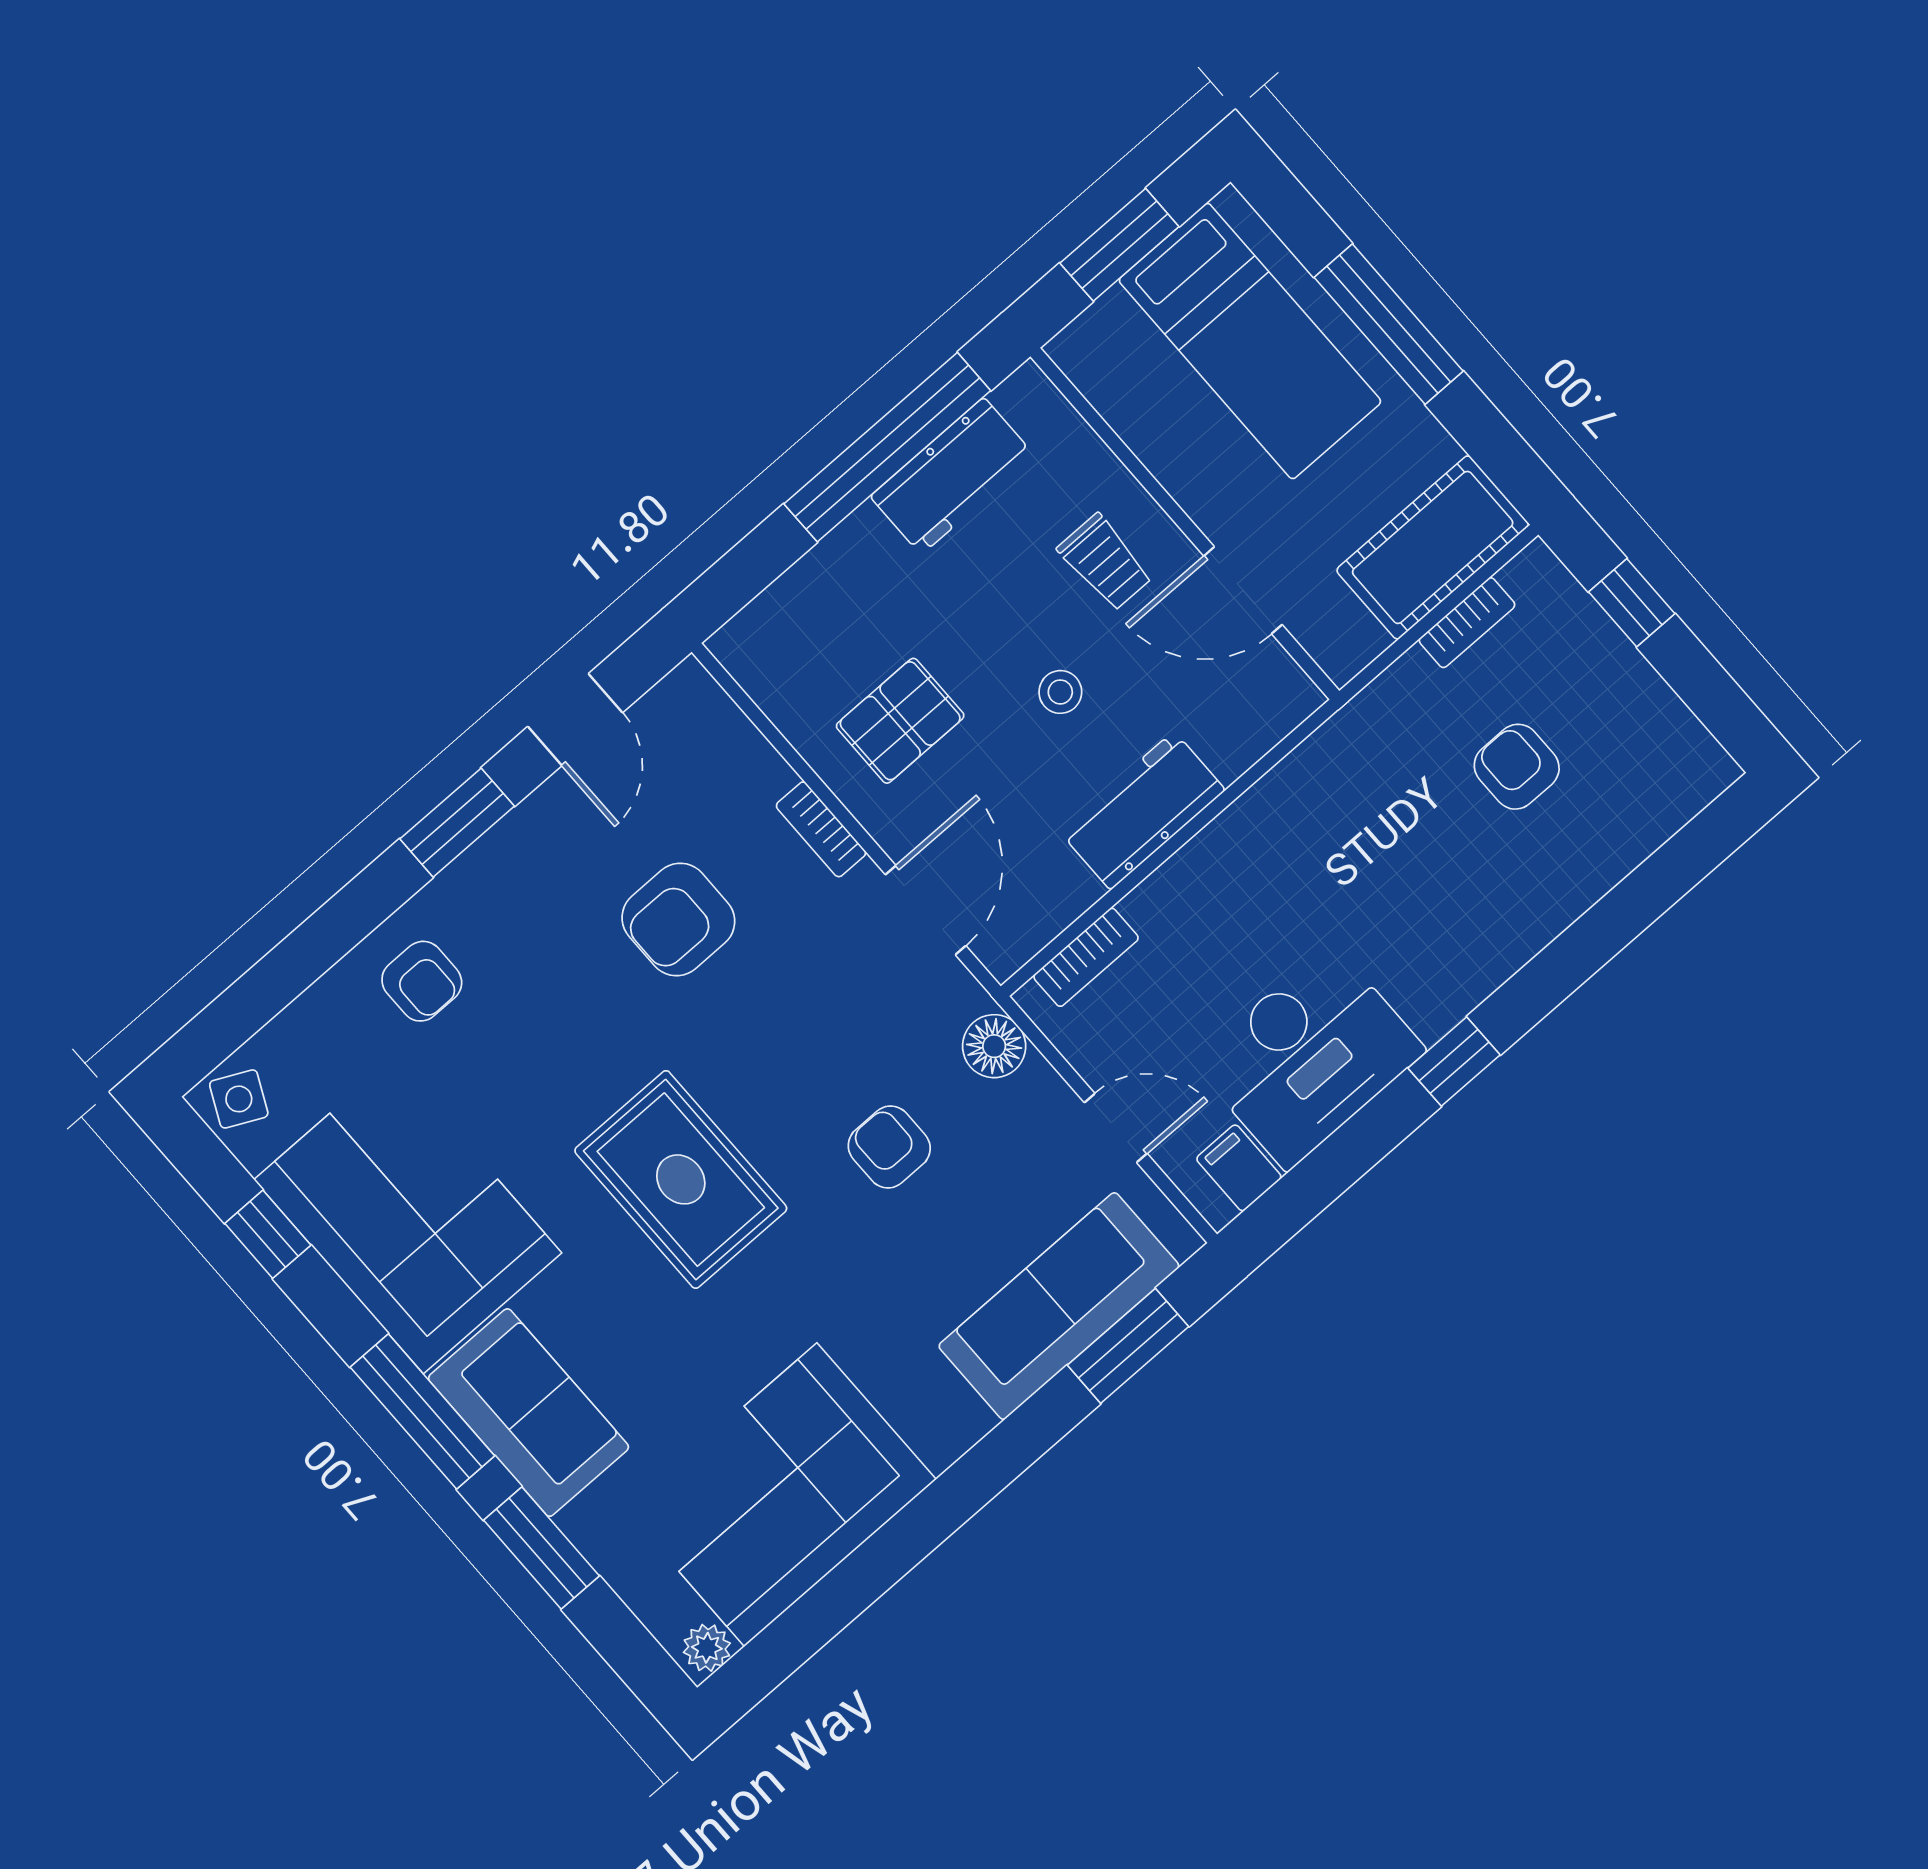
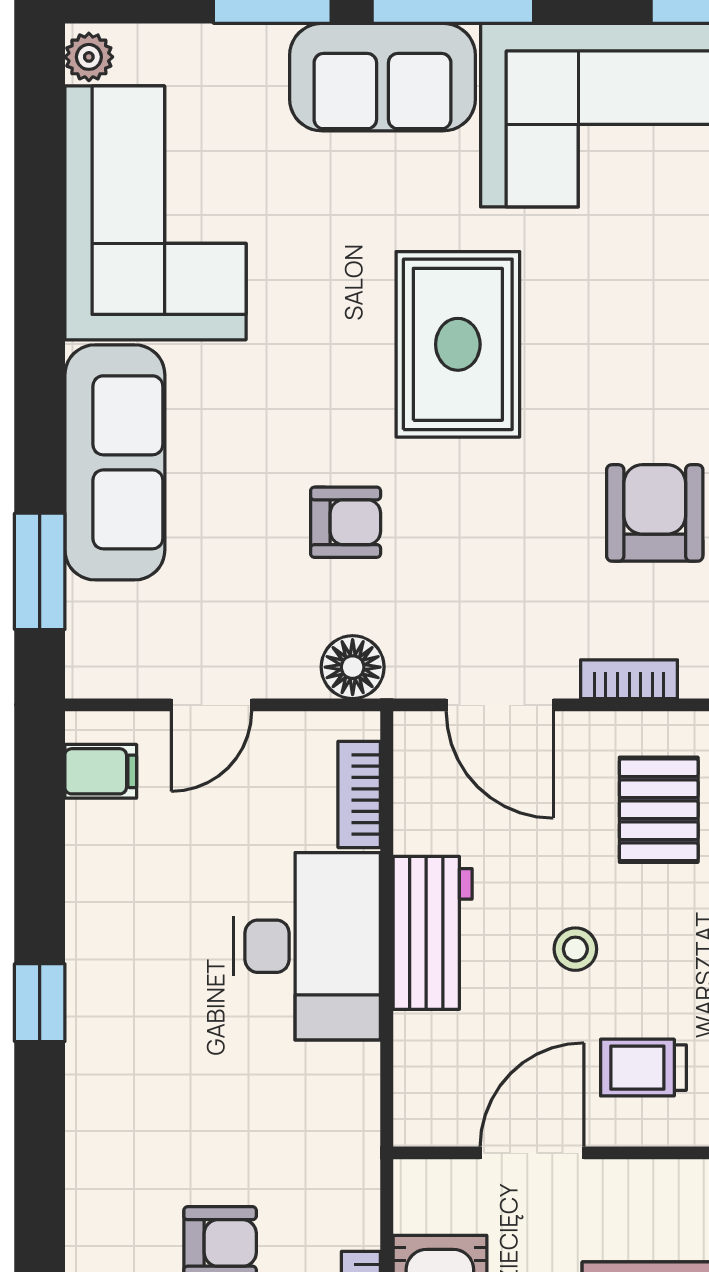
desk: (1309, 1056) -> (307, 946), moved, turned 180
rug: (681, 1179) -> (458, 344), turned 90
sofa: (1059, 1306) -> (115, 462), moved

